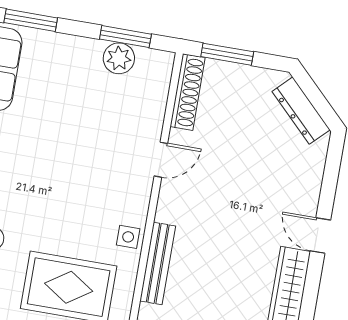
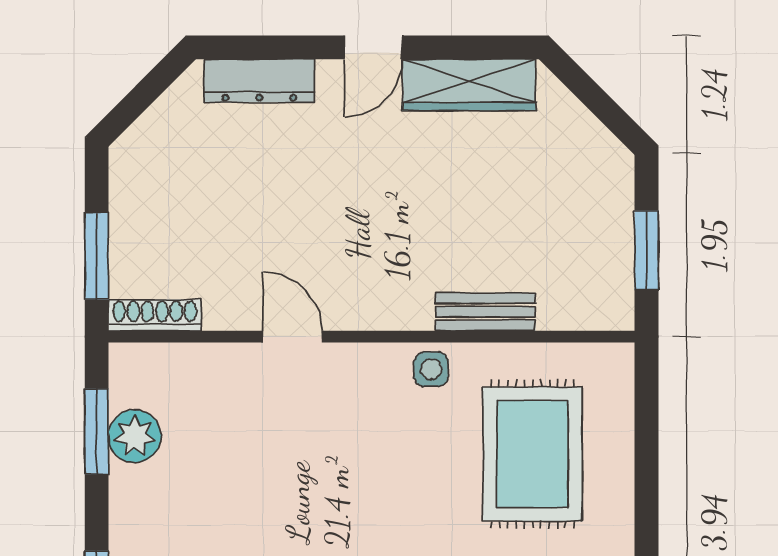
shoe rack: (188, 92) -> (155, 315), width x0.74, depth x0.81
dresser: (301, 111) -> (259, 81), moved, turned 45
bench: (158, 263) -> (485, 312), width x0.73

